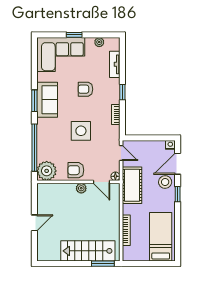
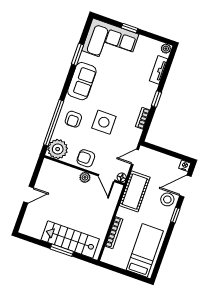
plant: (99, 42) -> (166, 49), moved
armchair: (85, 89) -> (73, 119), moved, turned -90
window: (34, 101) -> (78, 54), moved
door: (121, 153) -> (135, 157), swing flipped
window: (103, 264) -> (62, 250), moved

